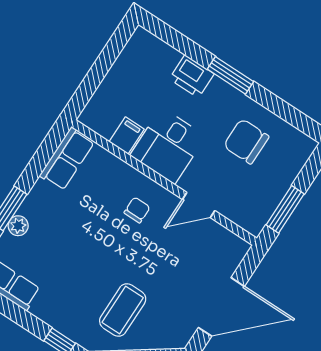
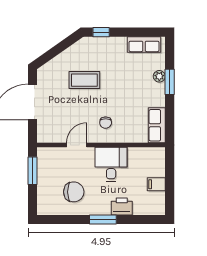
filing cabinet: (127, 135) -> (156, 184), moved, turned 90
coffee table: (123, 310) -> (84, 80), moved, turned 90

